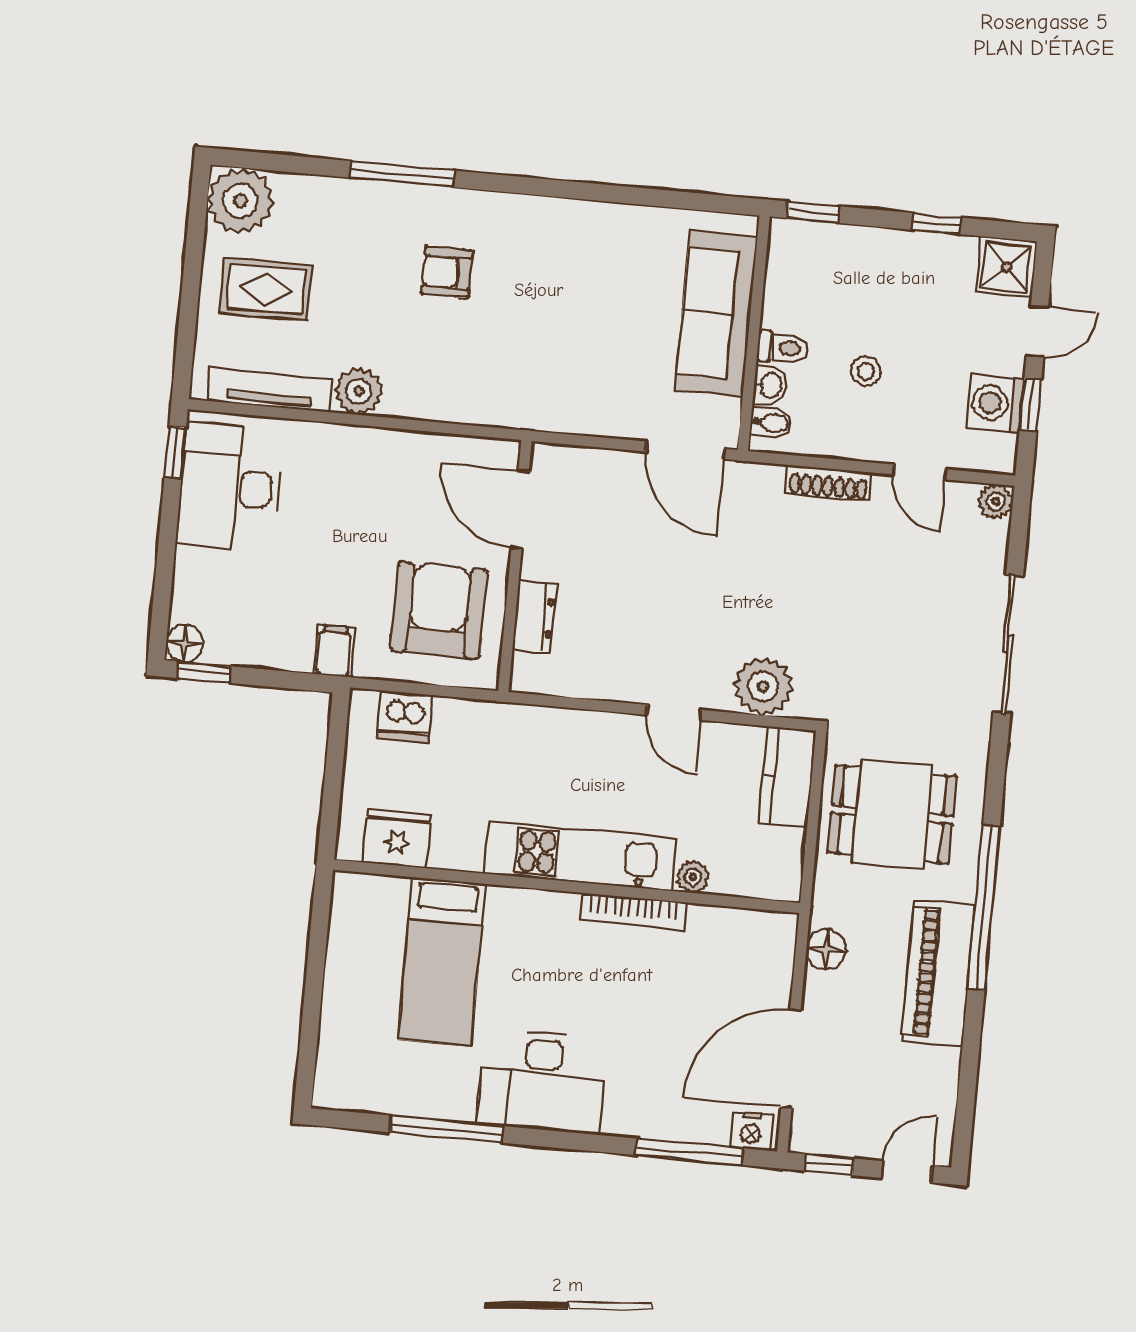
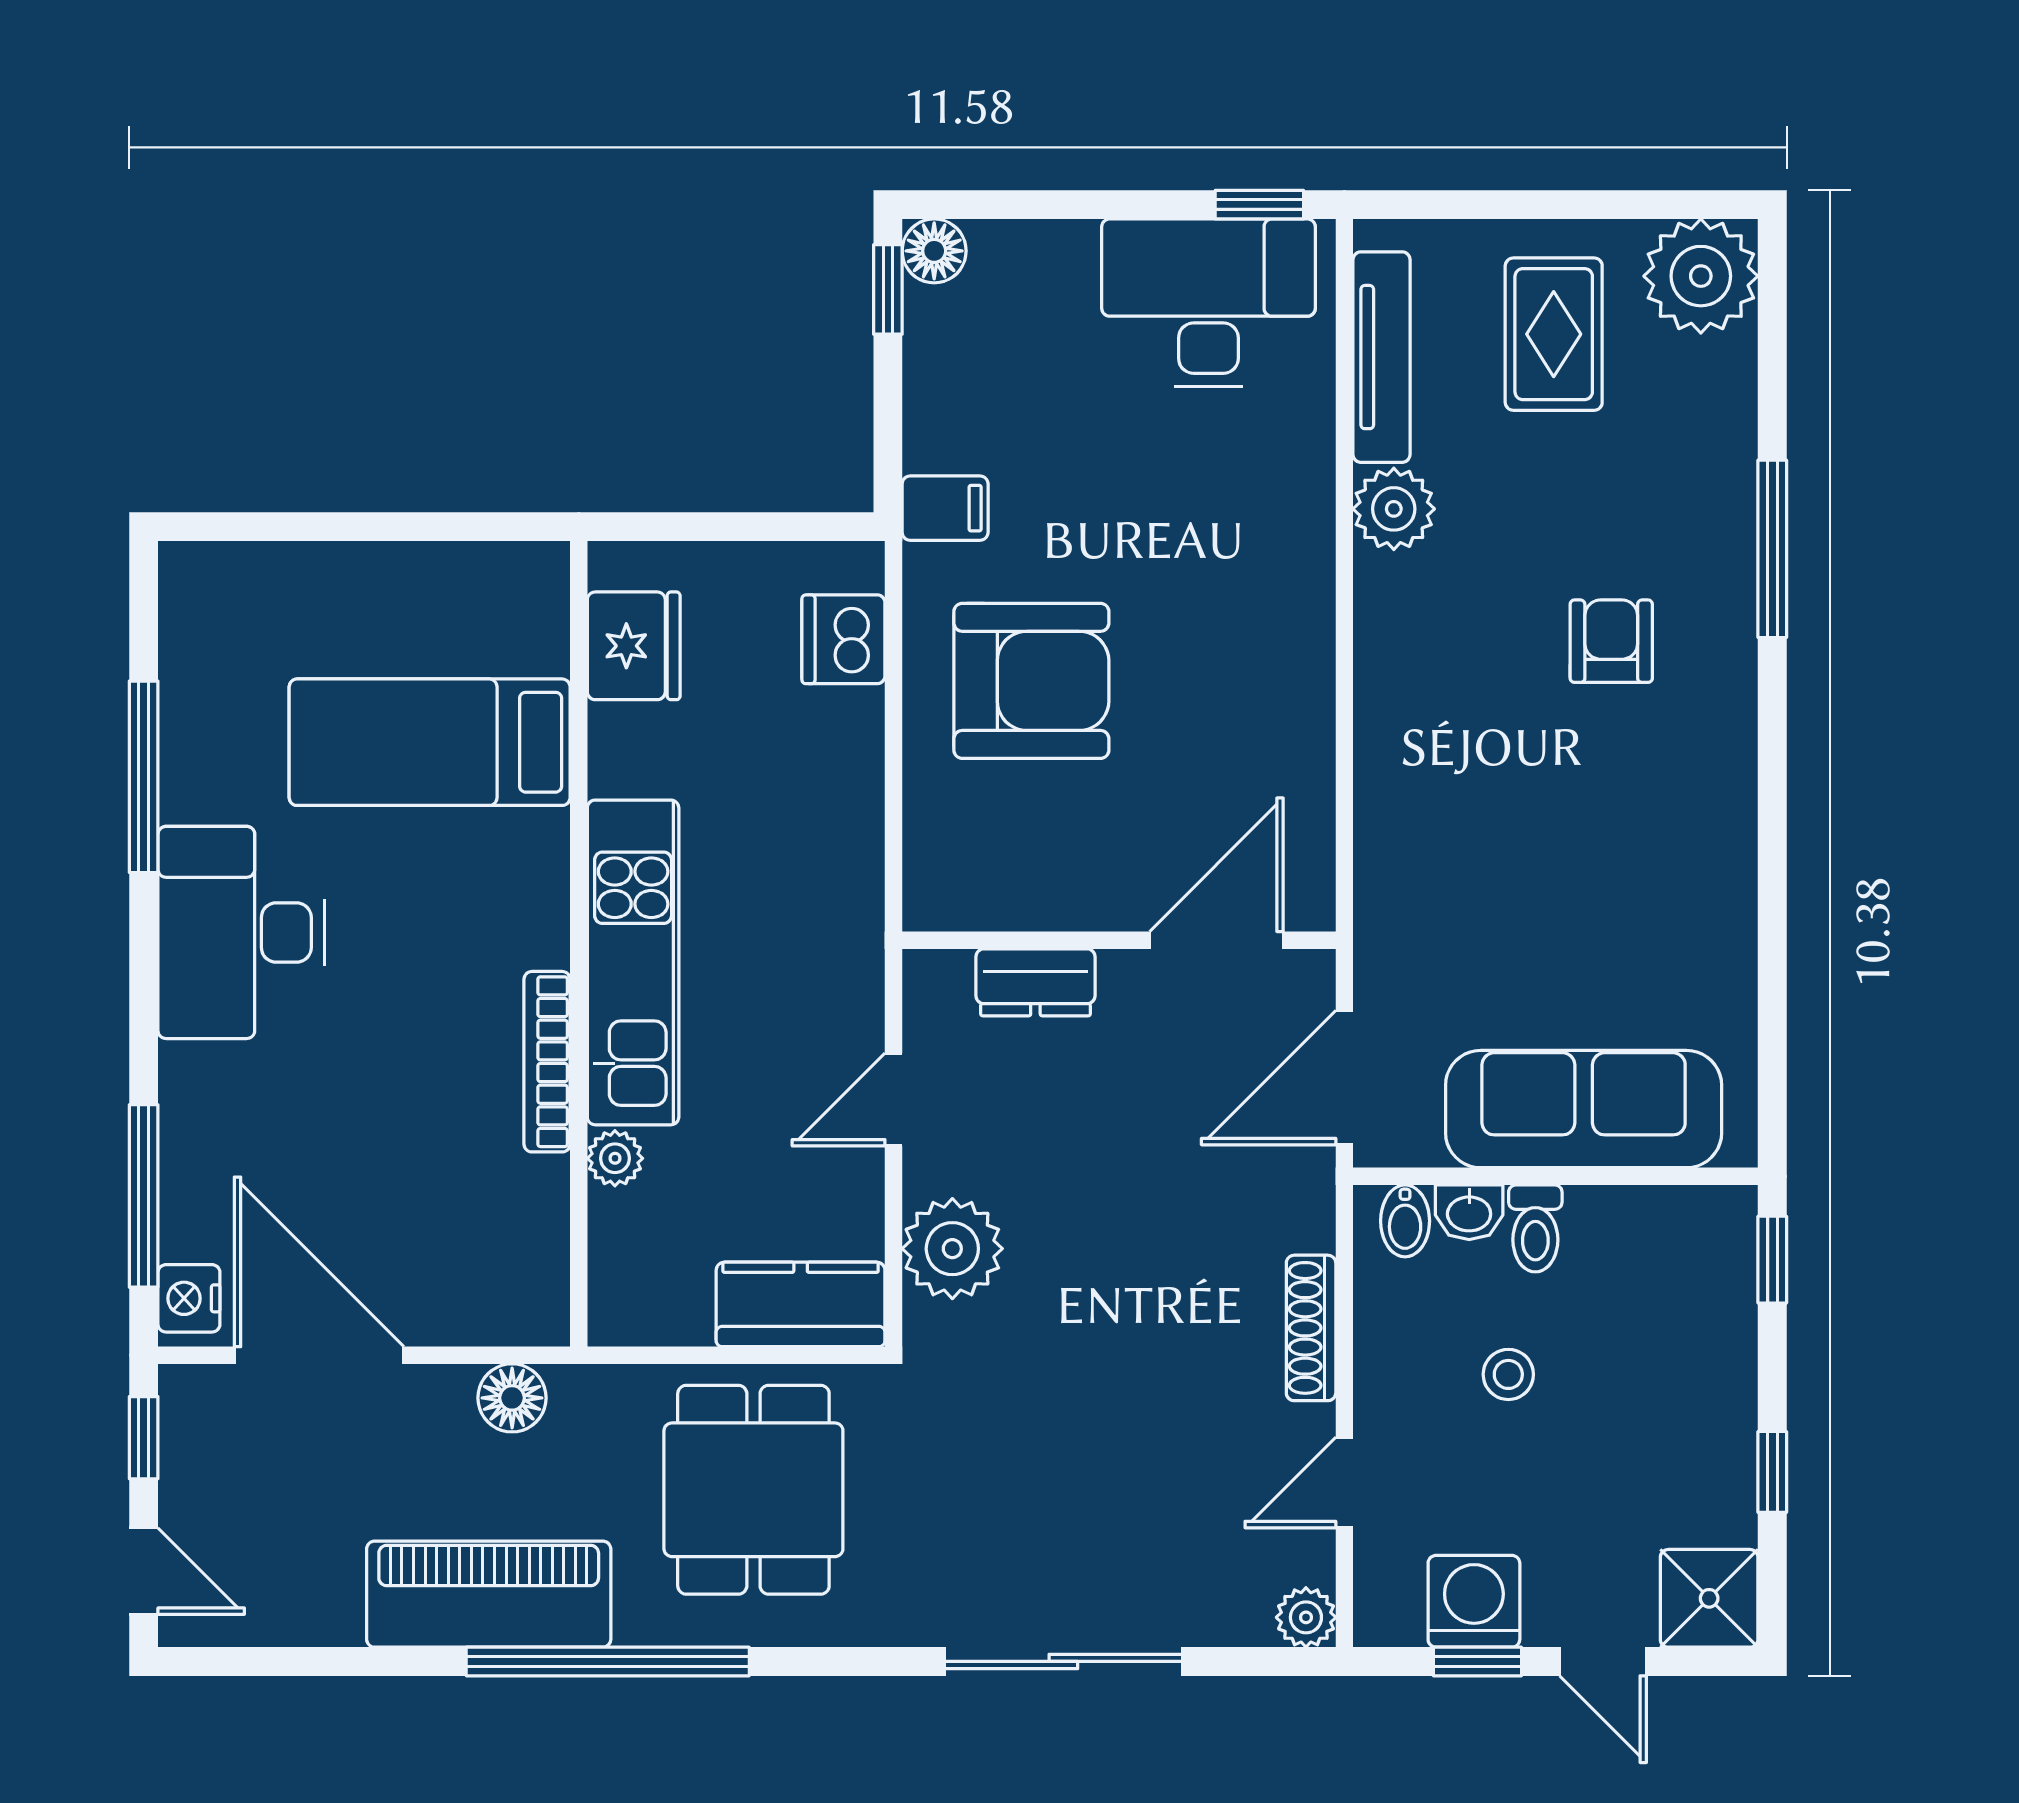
door: (520, 510) -> (1216, 940), moved
wall: (515, 566) -> (1119, 940), moved
dresser: (535, 617) -> (1035, 982), moved

